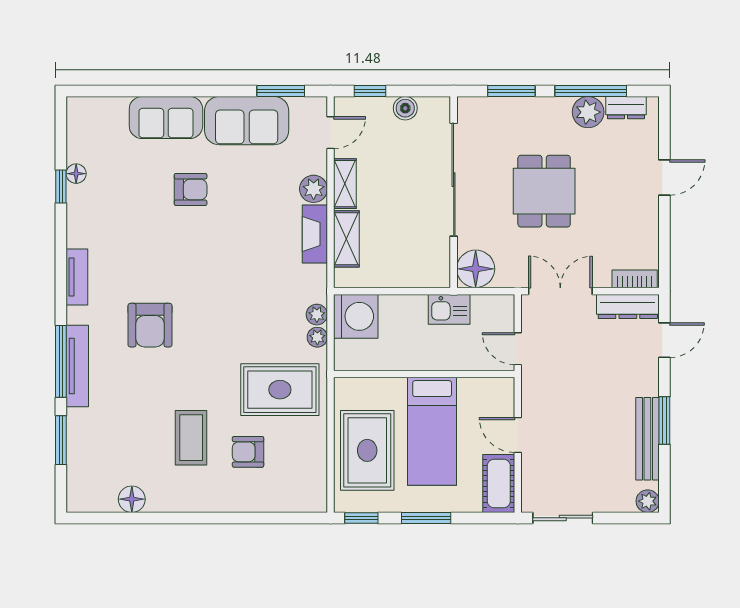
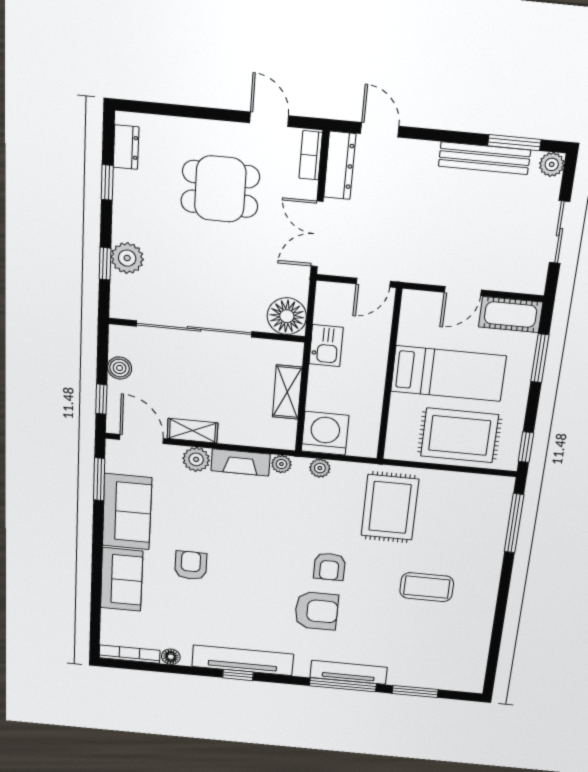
window: (511, 91) -> (105, 264), width x0.67
window: (591, 91) -> (107, 182), width x0.46
plant: (588, 112) -> (127, 258), moved
bookcase: (75, 129) -> (130, 654), added
door: (331, 133) -> (142, 439), width x1.38
door: (664, 177) -> (269, 119), moved
window: (61, 187) -> (238, 675), moved
dining table: (544, 191) -> (220, 189), moved
shelving: (346, 239) -> (287, 392), moved, turned 90
tv unit: (77, 277) -> (243, 660), width x1.92, depth x1.29
plant: (317, 337) -> (281, 464), moved
window: (664, 420) -> (514, 143), moved
armchair: (248, 452) -> (329, 567), moved
floor lamp: (132, 499) -> (478, 641), removed
window: (275, 518) -> (514, 523), added
window: (426, 518) -> (540, 358), moved
sliding door: (563, 518) -> (559, 232), moved

